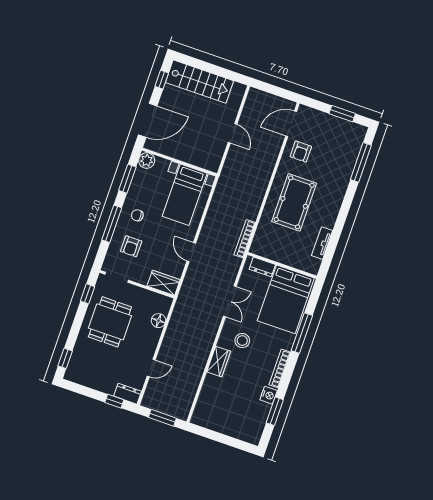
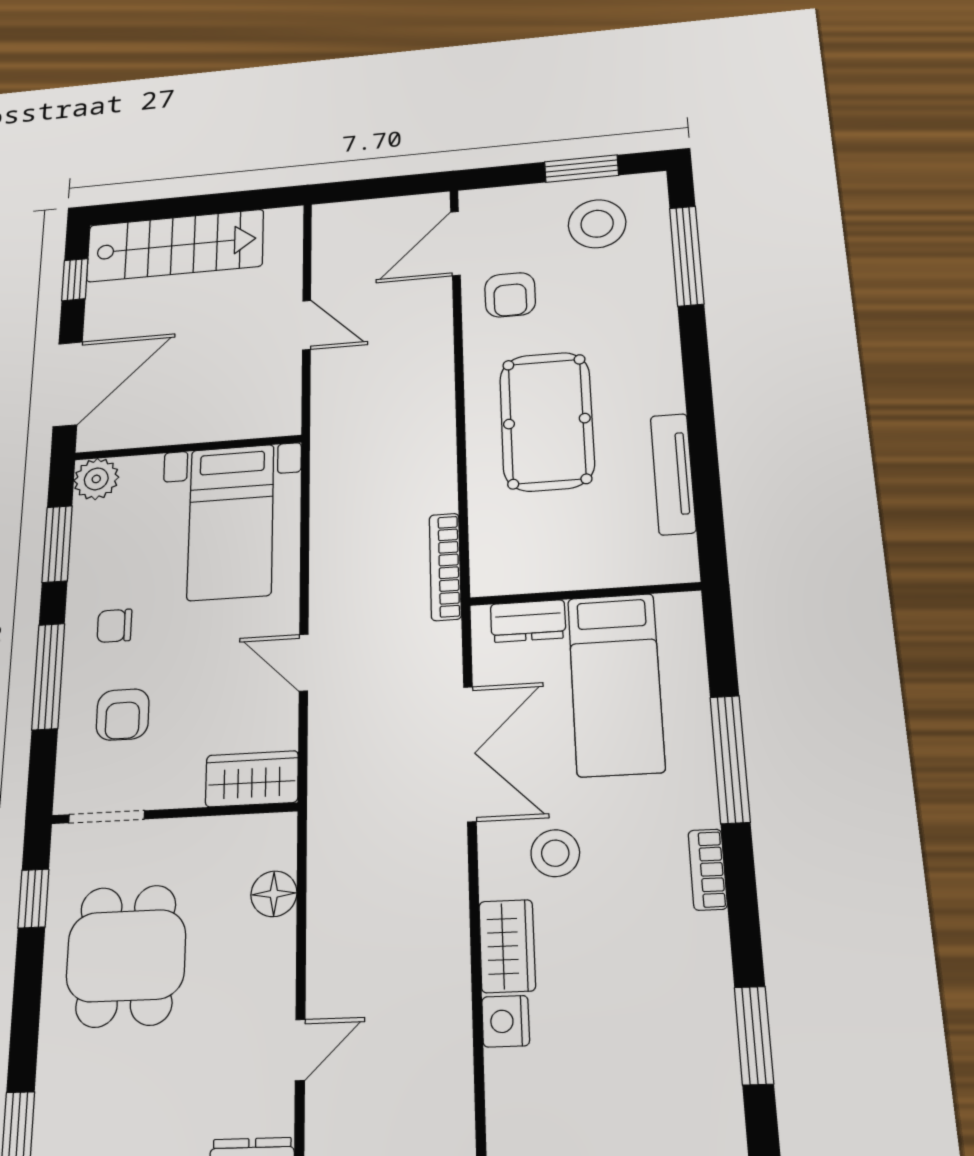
stool: (338, 137) -> (597, 224), added
tv unit: (322, 243) -> (673, 474), width x1.41
bed: (286, 299) -> (616, 684), width x0.67
double door: (230, 301) -> (470, 753), width x1.37
bookcase: (280, 368) -> (708, 870), width x0.64
nightstand: (269, 395) -> (506, 1021), moved, turned 180

